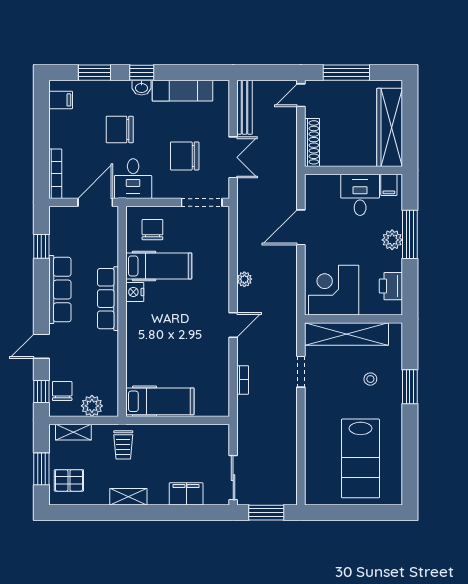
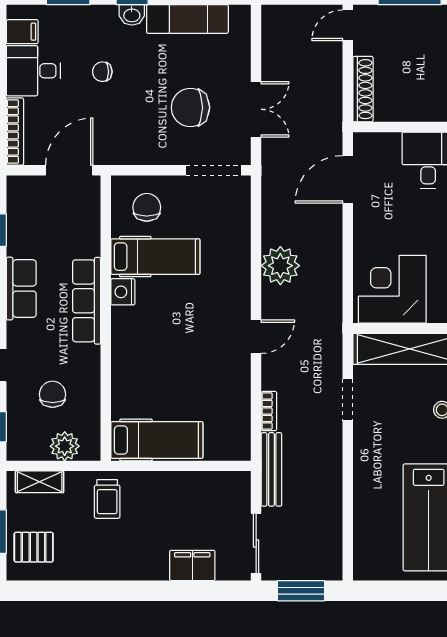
bench: (244, 107) -> (271, 469), moved
chair: (120, 130) -> (102, 72), width x0.54, depth x0.54
desk: (133, 179) -> (33, 71), moved, turned 90
door: (301, 227) -> (348, 179), moved
plant: (244, 279) -> (280, 266), width x1.87, depth x1.87
row of seats: (60, 290) -> (21, 289), width x0.68
chair: (62, 391) -> (53, 394), moved
shelving: (128, 497) -> (114, 569), removed

